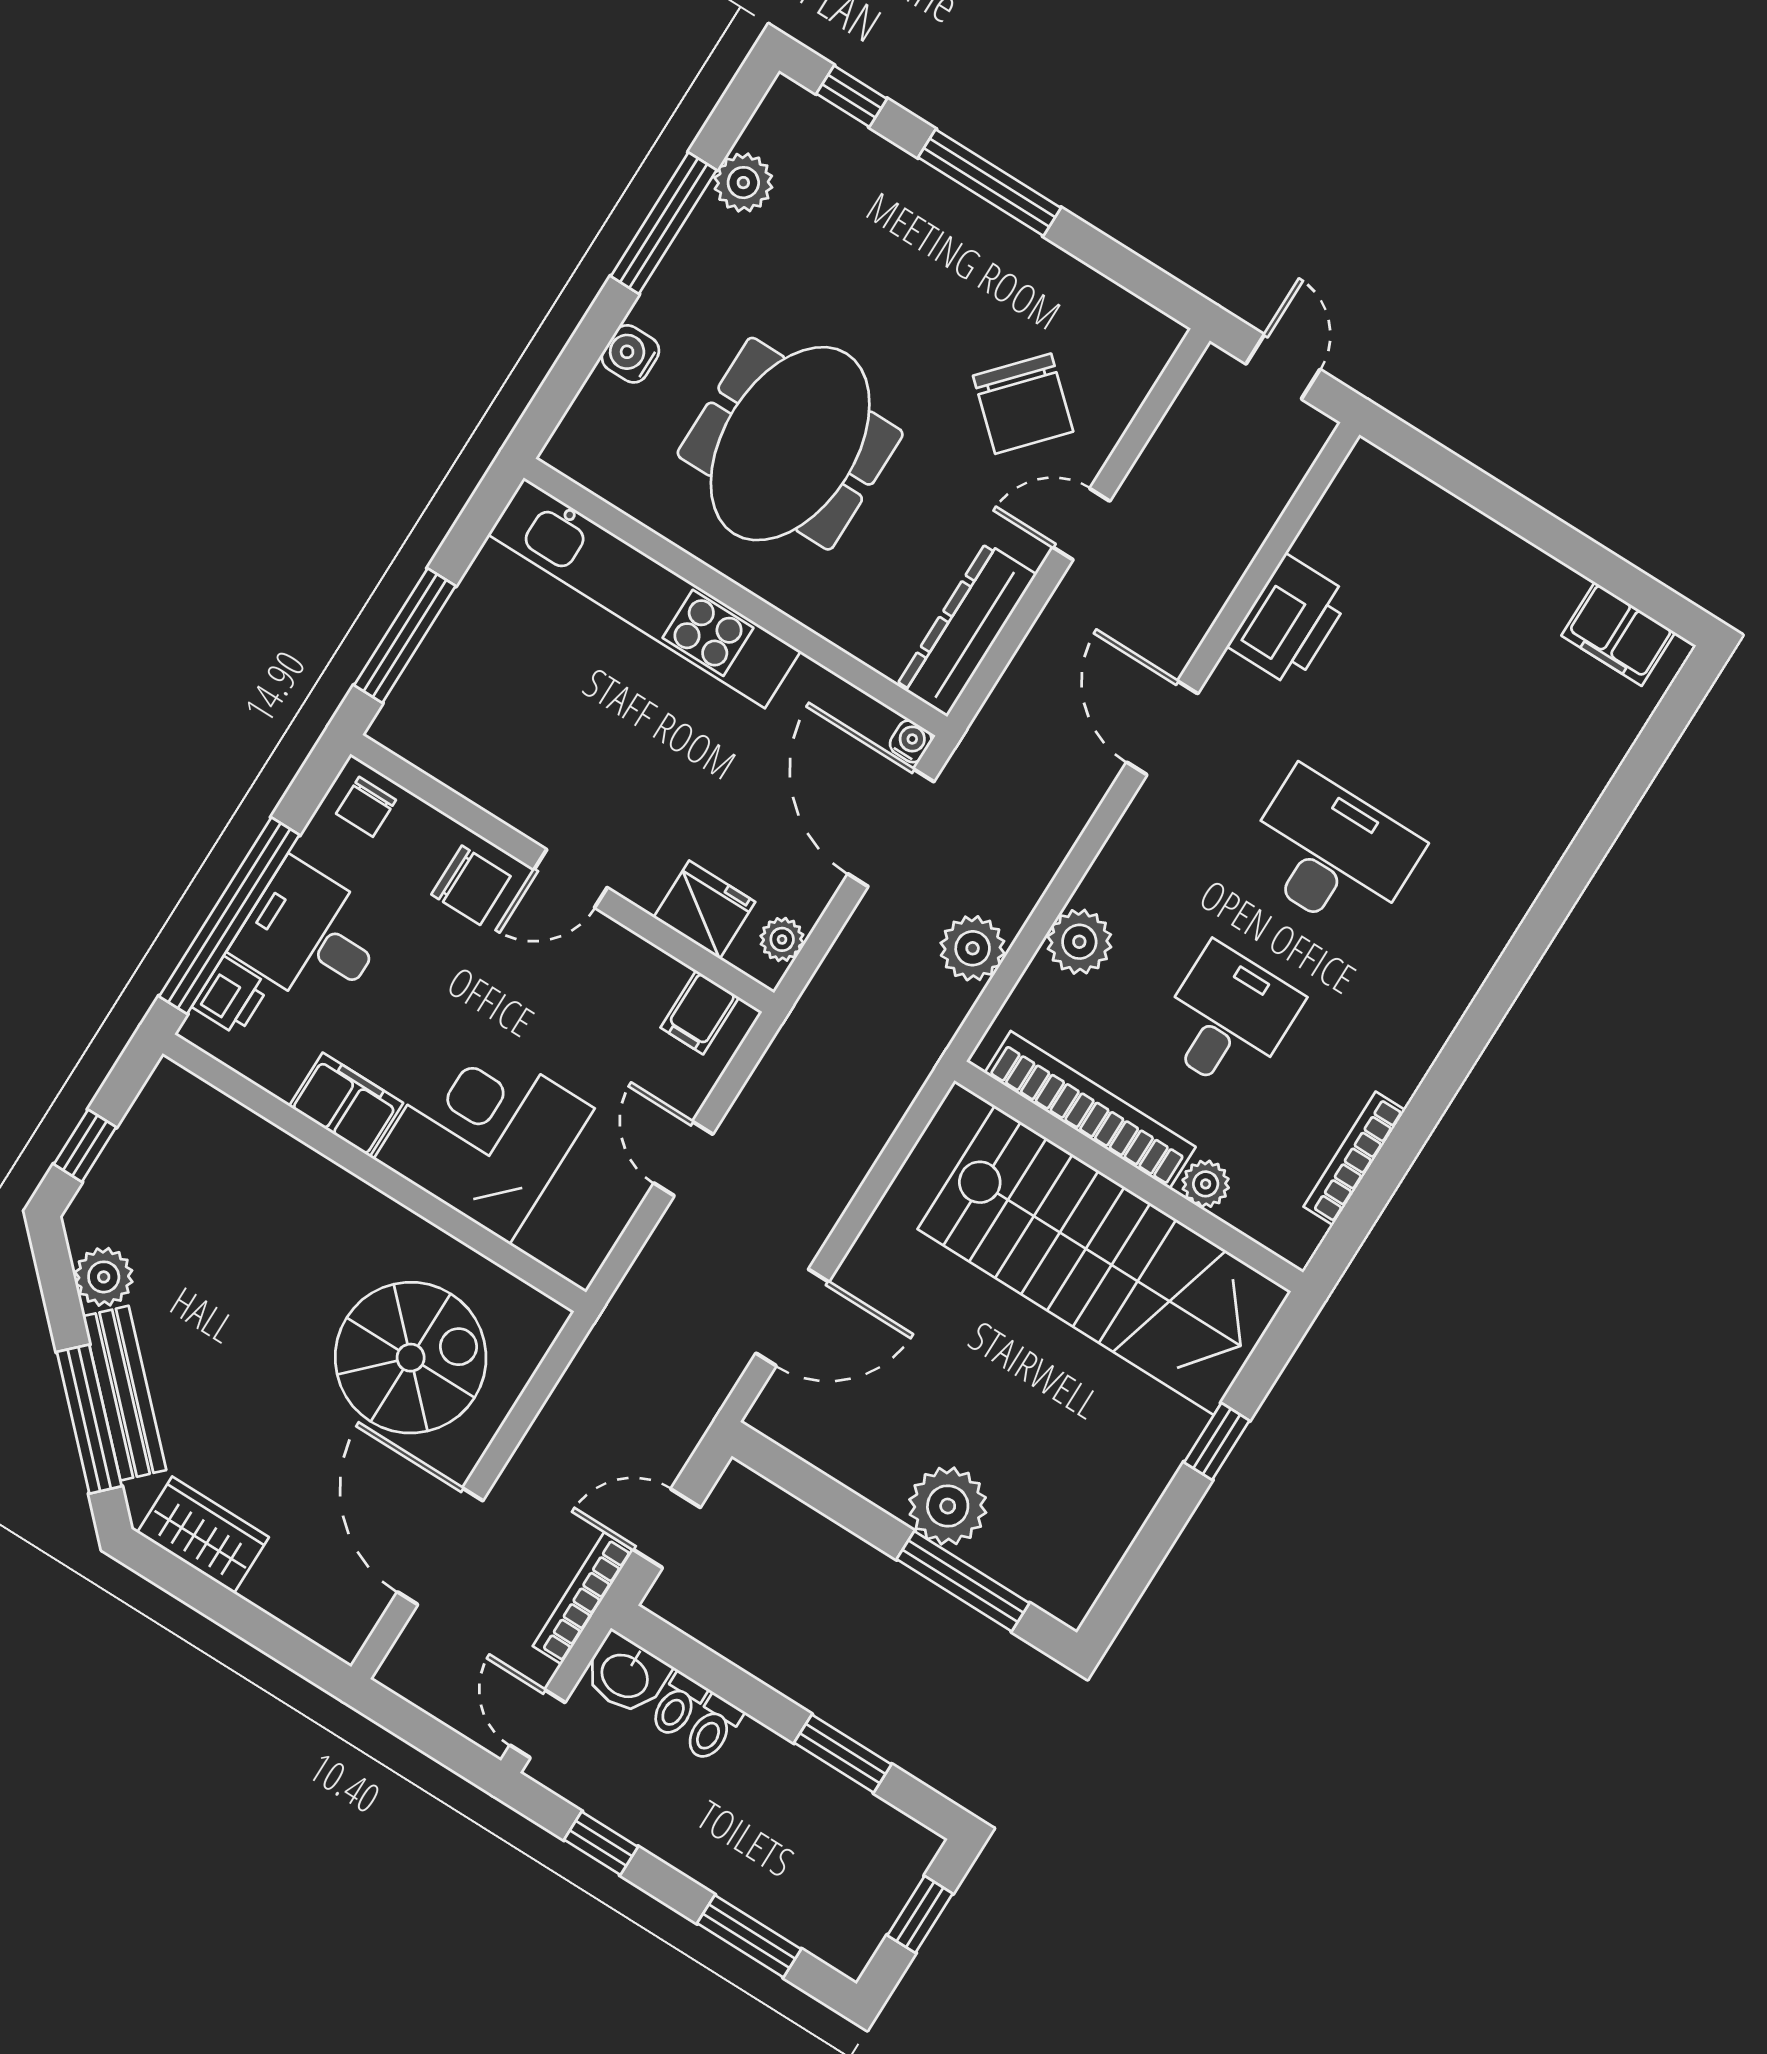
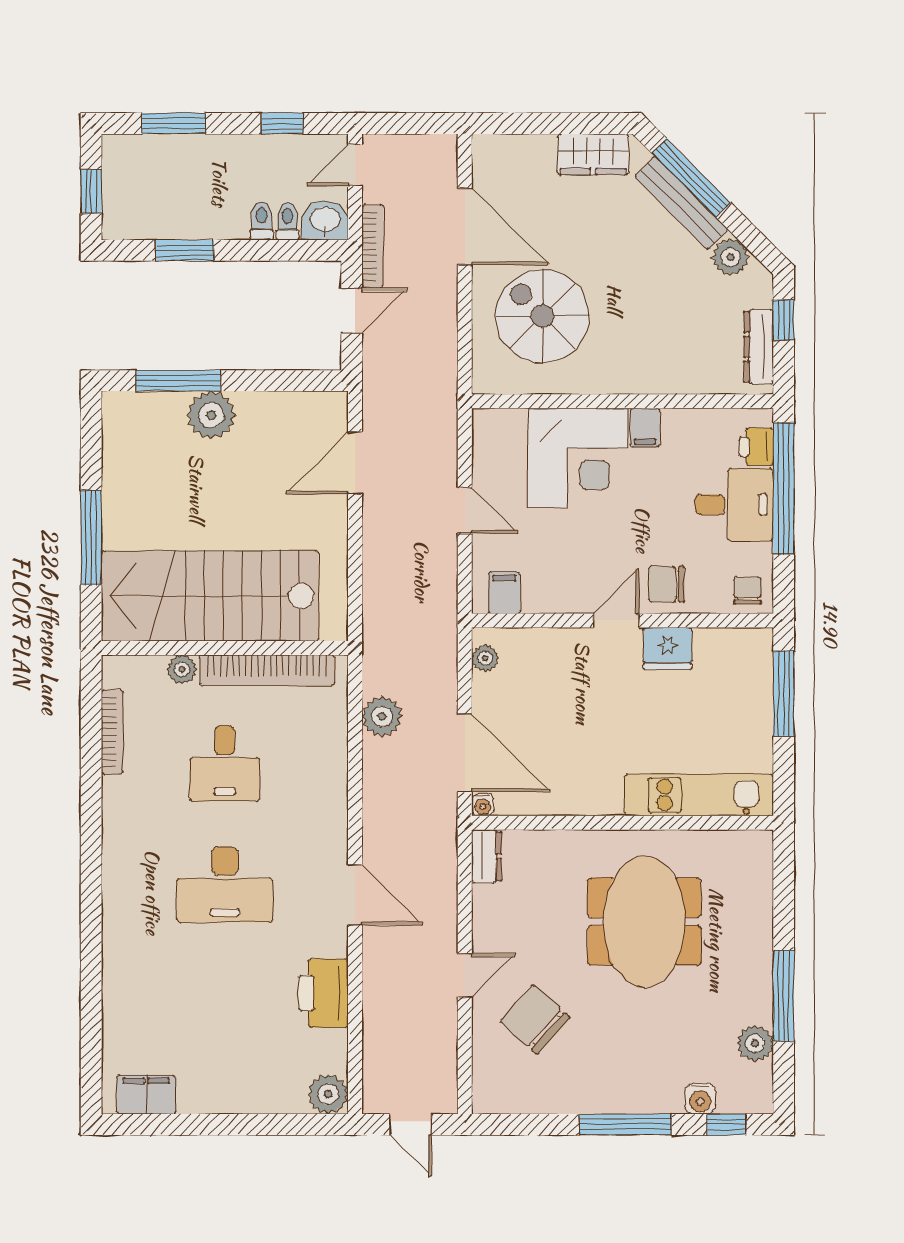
water cooler: (630, 354) -> (700, 1099), moved, turned 90
kitchen unit: (644, 593) -> (699, 795), width x0.73
dresser: (967, 630) -> (487, 856), width x0.51, depth x0.80
fridge: (704, 910) -> (668, 648), moved
plant: (1079, 942) -> (328, 1094), moved
filing cabinet: (346, 1105) -> (645, 428), width x0.50
dresser: (142, 1131) -> (759, 347), added
spiral stairs: (411, 1358) -> (542, 316), turned 90
window: (1217, 1441) -> (91, 538), width x2.17
door: (537, 1724) -> (355, 165), swing flipped

